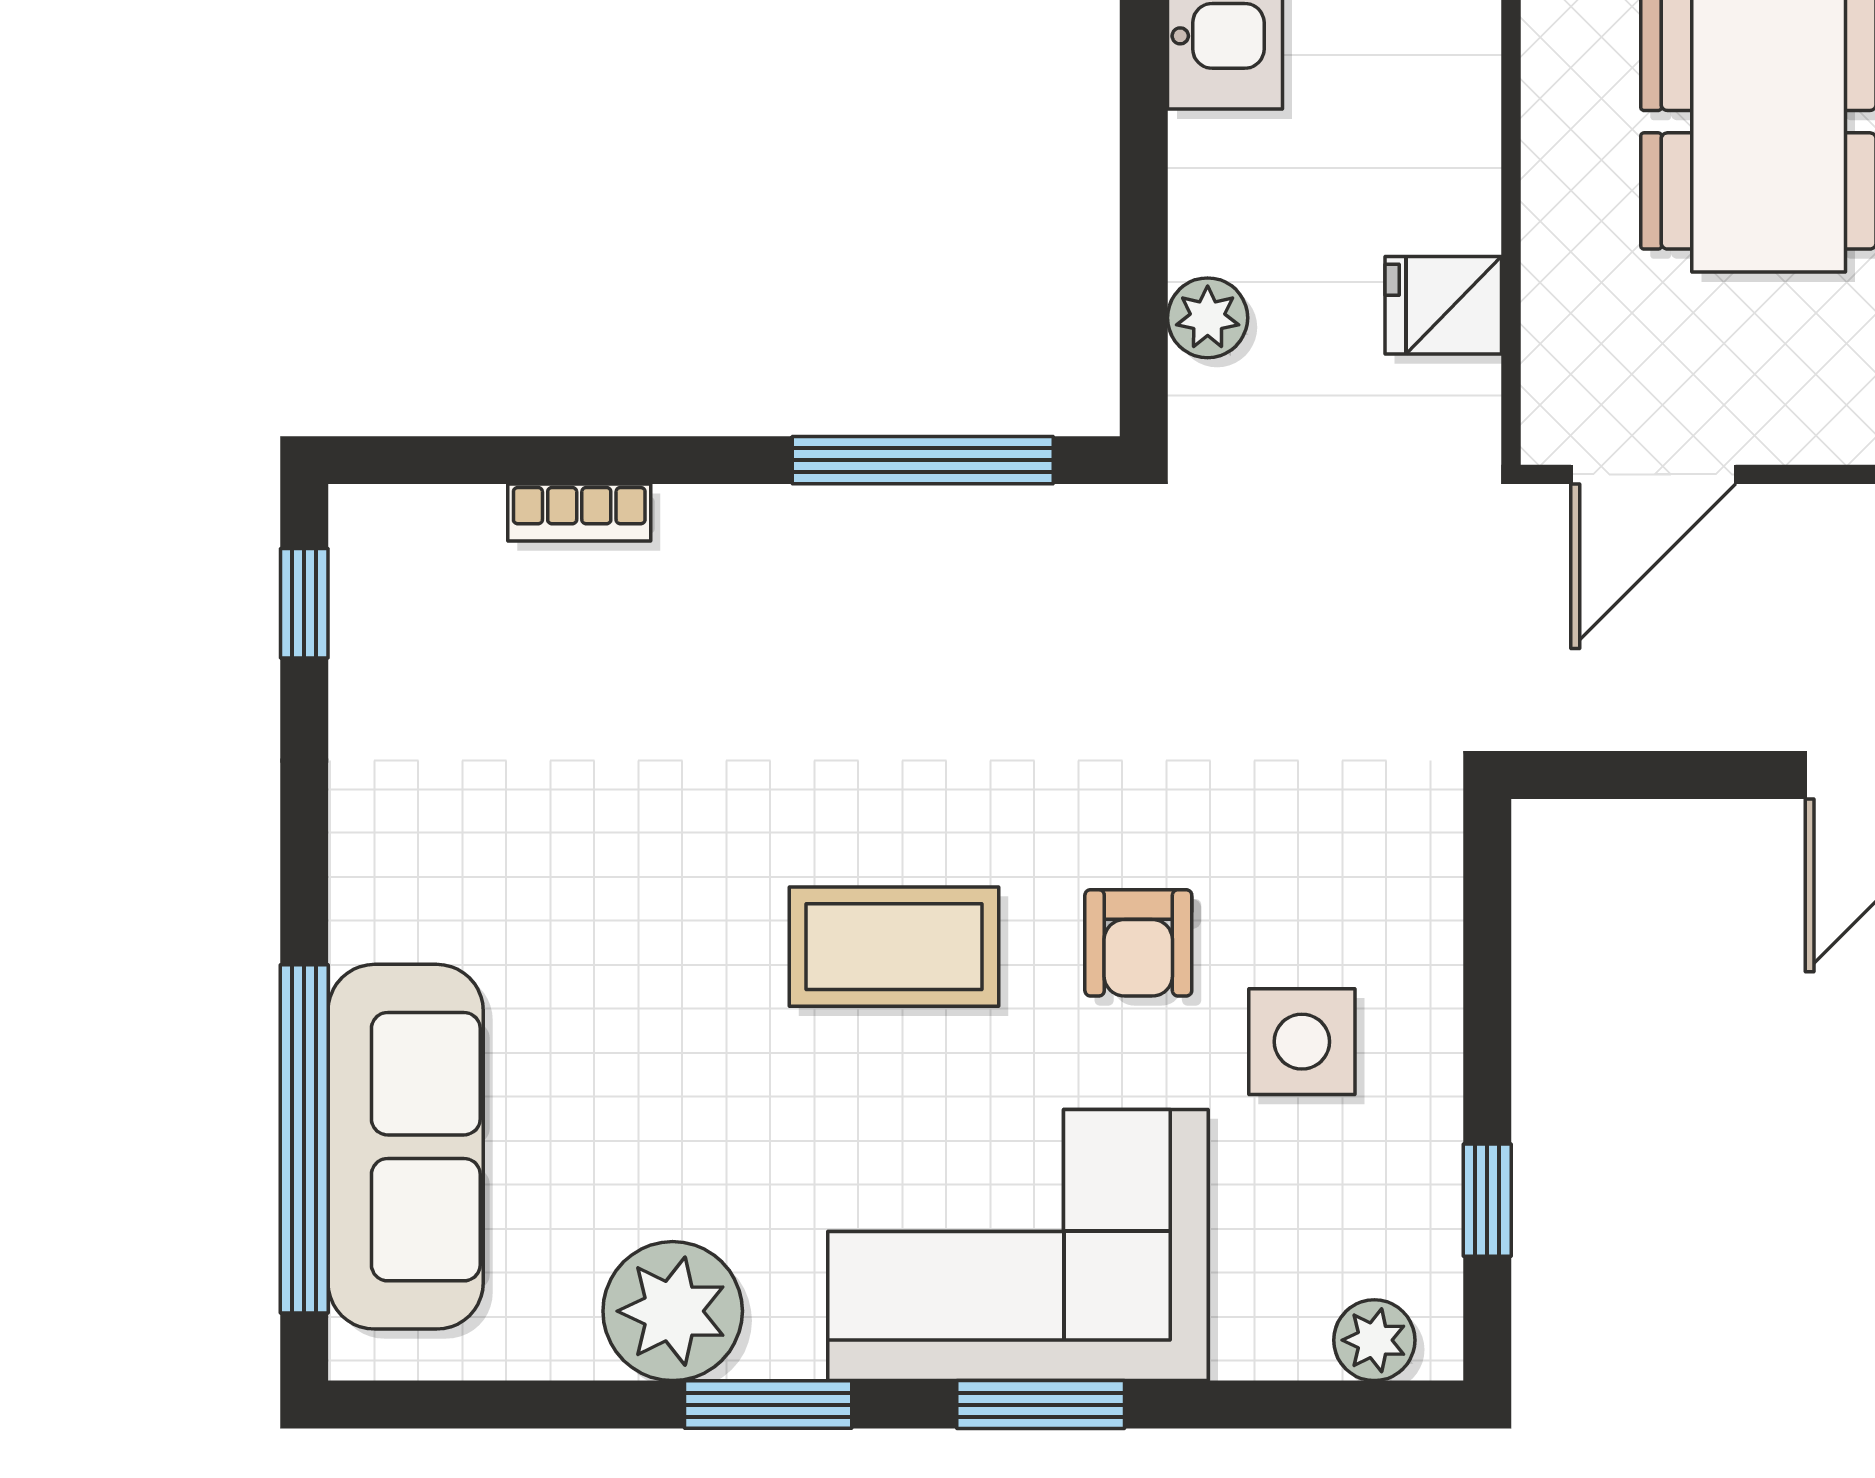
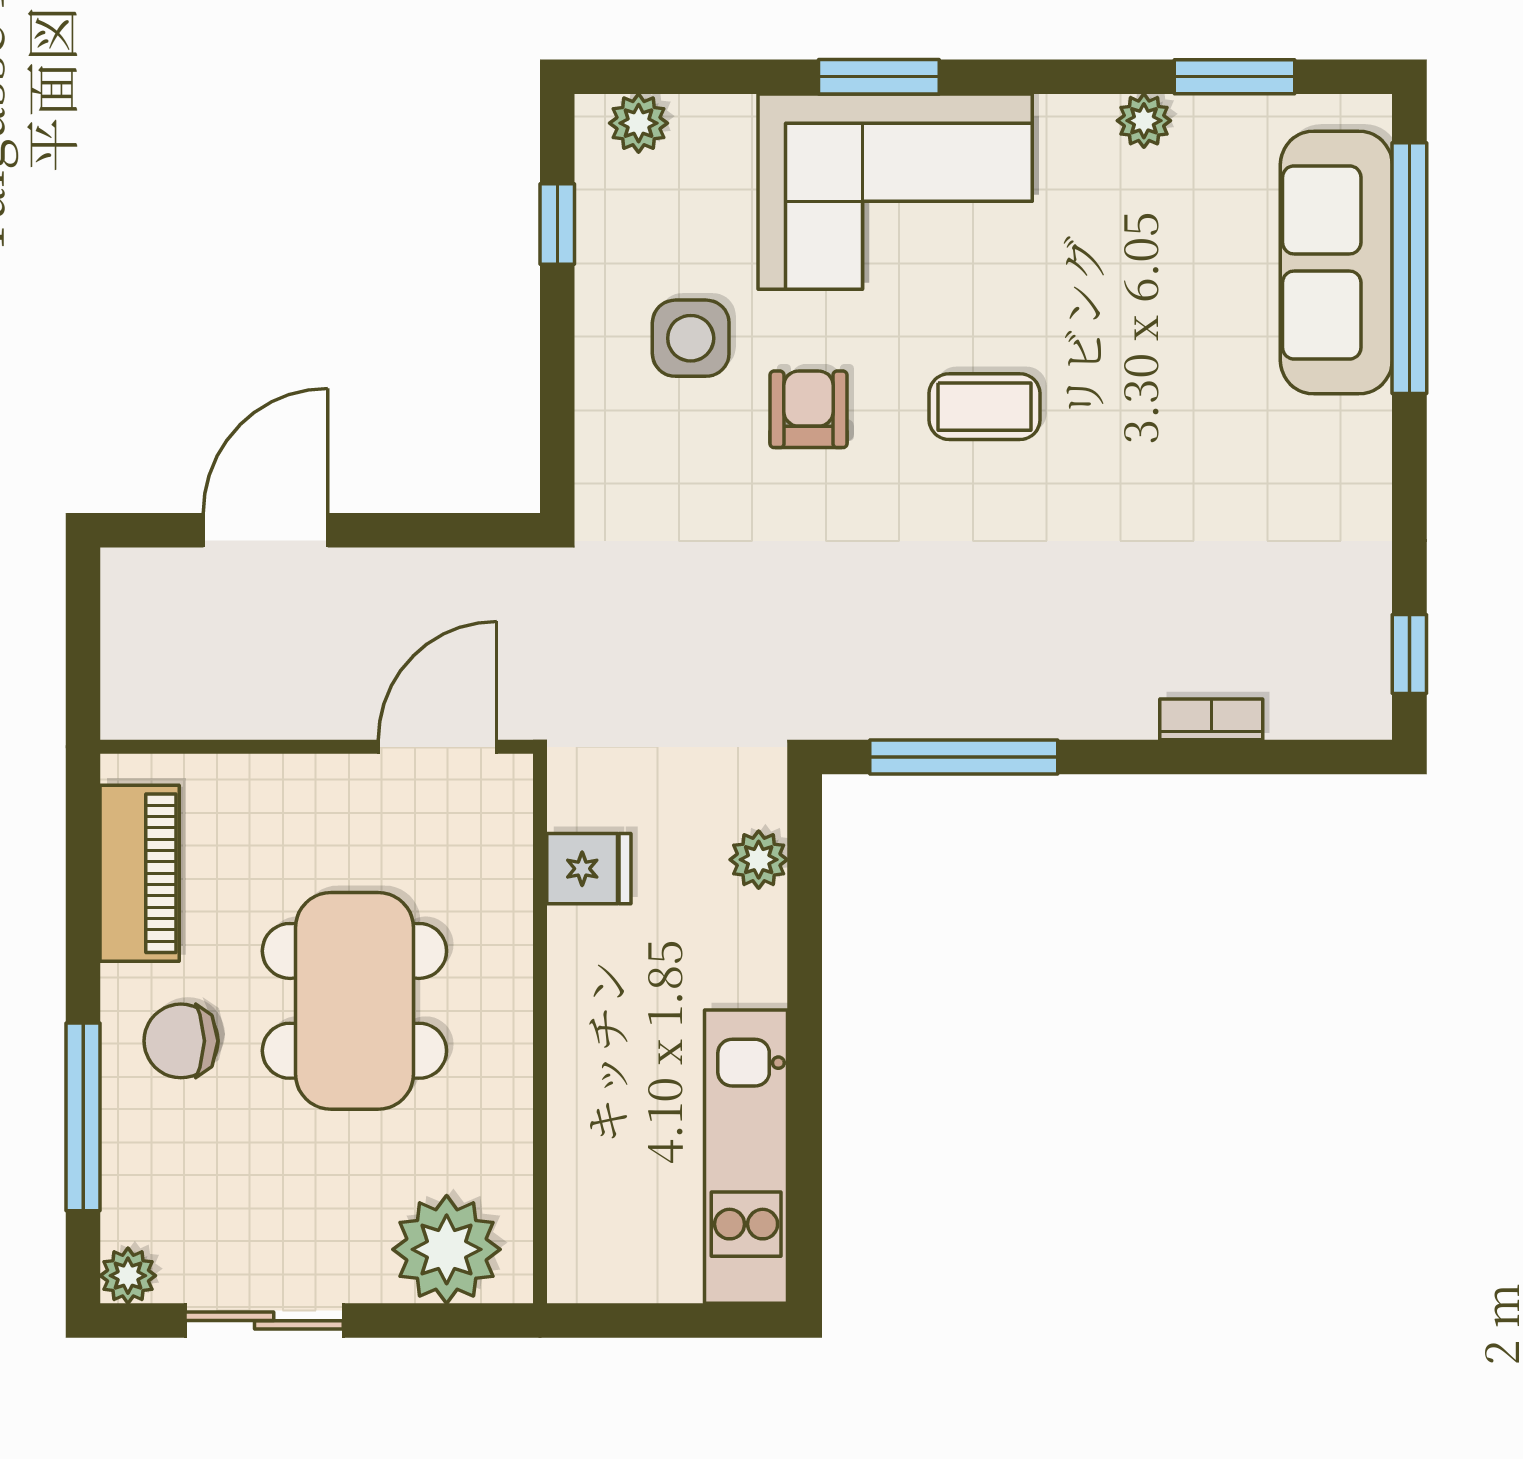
coffee table: (894, 947) -> (985, 407), width x0.73, depth x0.77
plant: (673, 1311) -> (1144, 121), width x0.53, depth x0.53
window: (768, 1405) -> (1234, 77), moved

